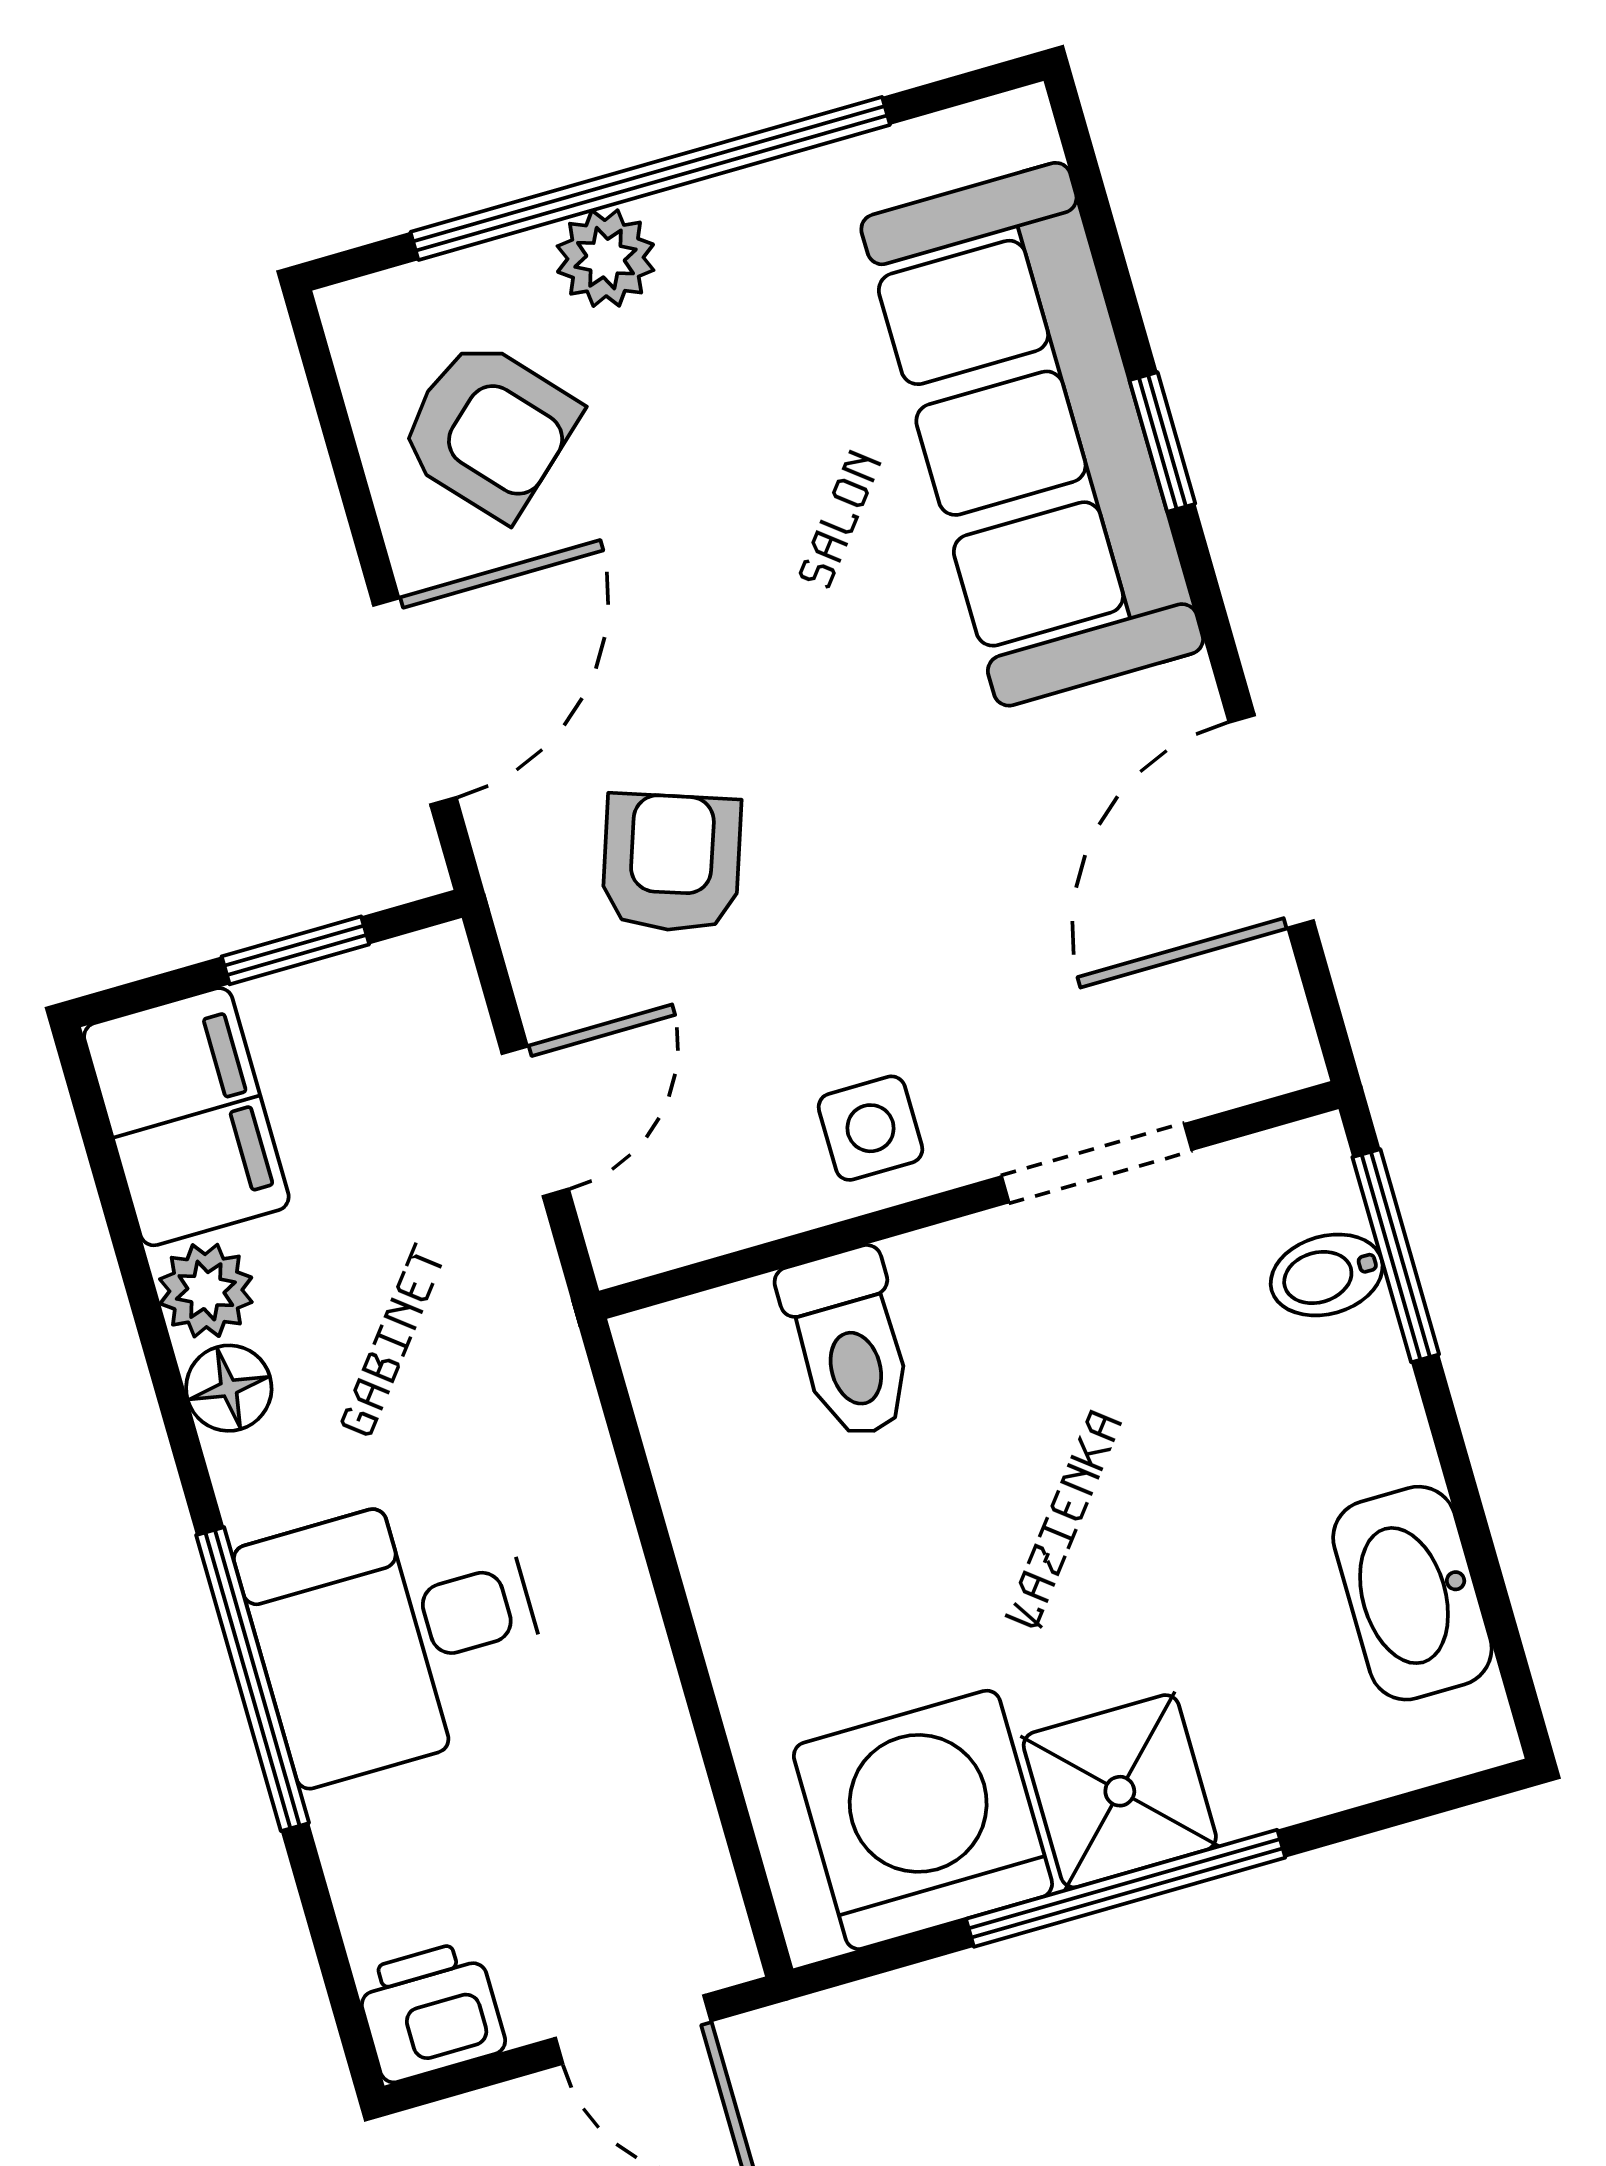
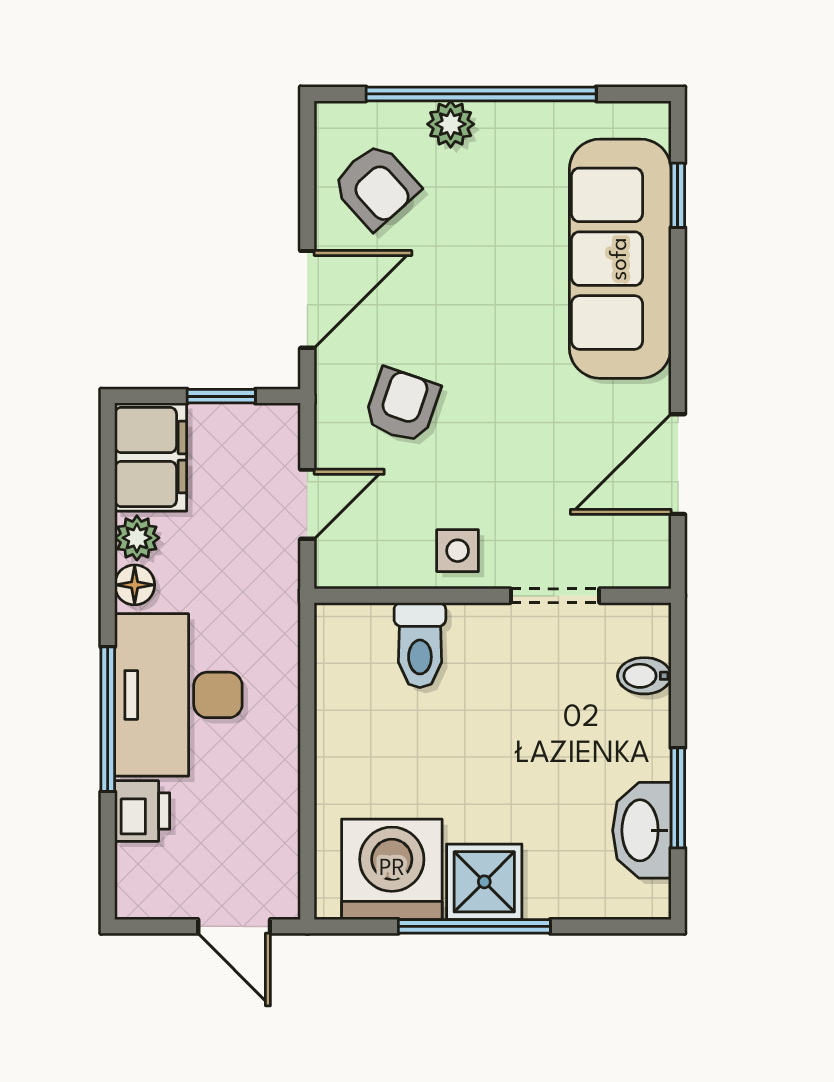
window: (1162, 442) -> (678, 195), moved
window: (1396, 1256) -> (678, 798), moved
desk: (396, 1633) -> (178, 695), width x1.37
printer: (430, 2012) -> (142, 811), moved, turned 90

